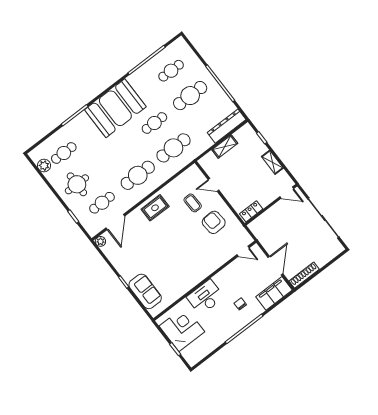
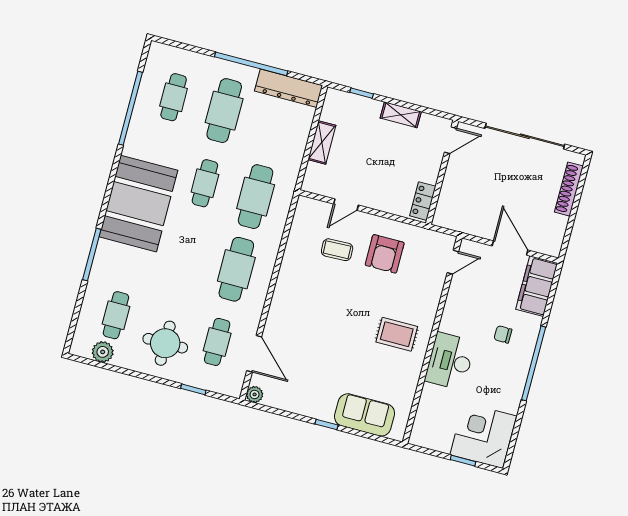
dresser: (227, 126) -> (289, 88), moved, turned -90
rug: (155, 208) -> (397, 334), moved, turned 90
armchair: (214, 222) -> (385, 254), turned -86
shoe rack: (304, 275) -> (569, 189), moved
corner desk: (182, 329) -> (483, 435), moved

